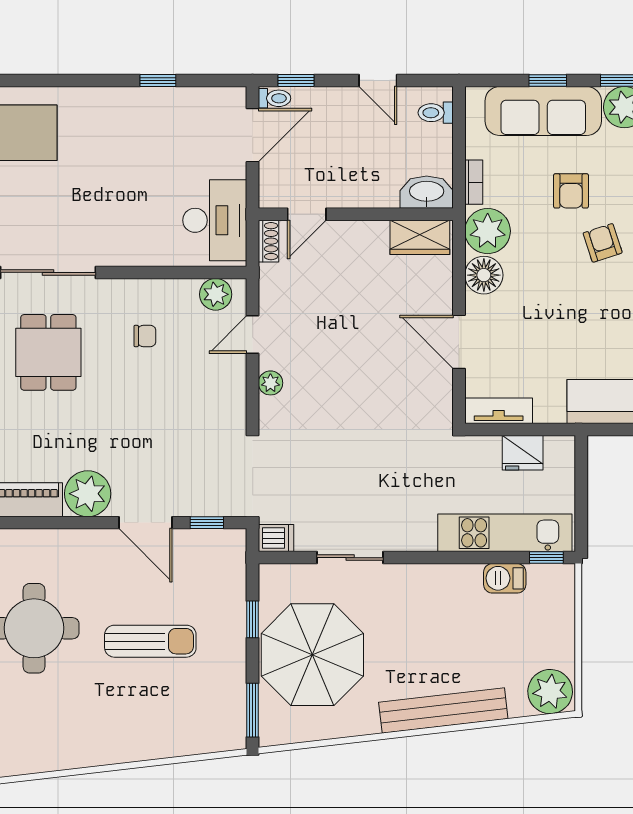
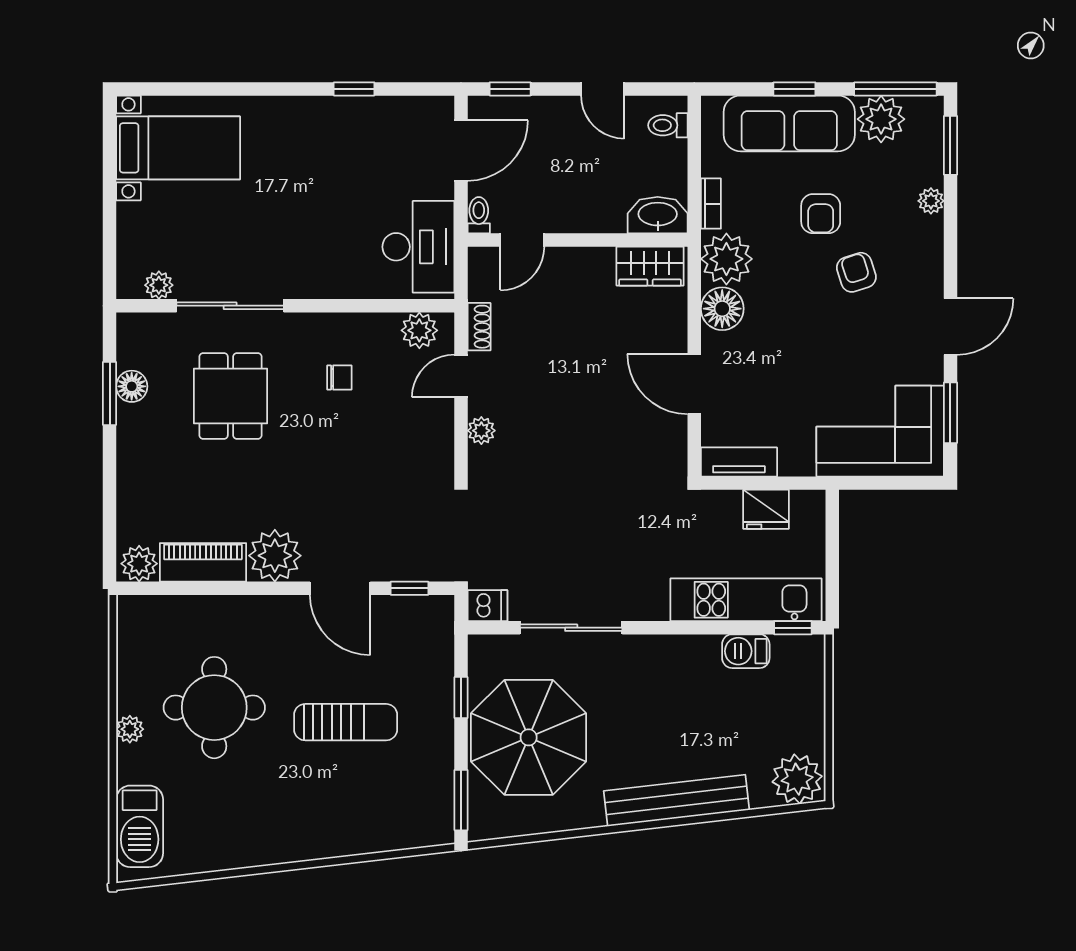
toilet: (274, 98) -> (479, 215), moved, turned -90
shoe rack: (269, 241) -> (479, 327), moved
sliding door: (350, 558) -> (571, 628), width x1.37

